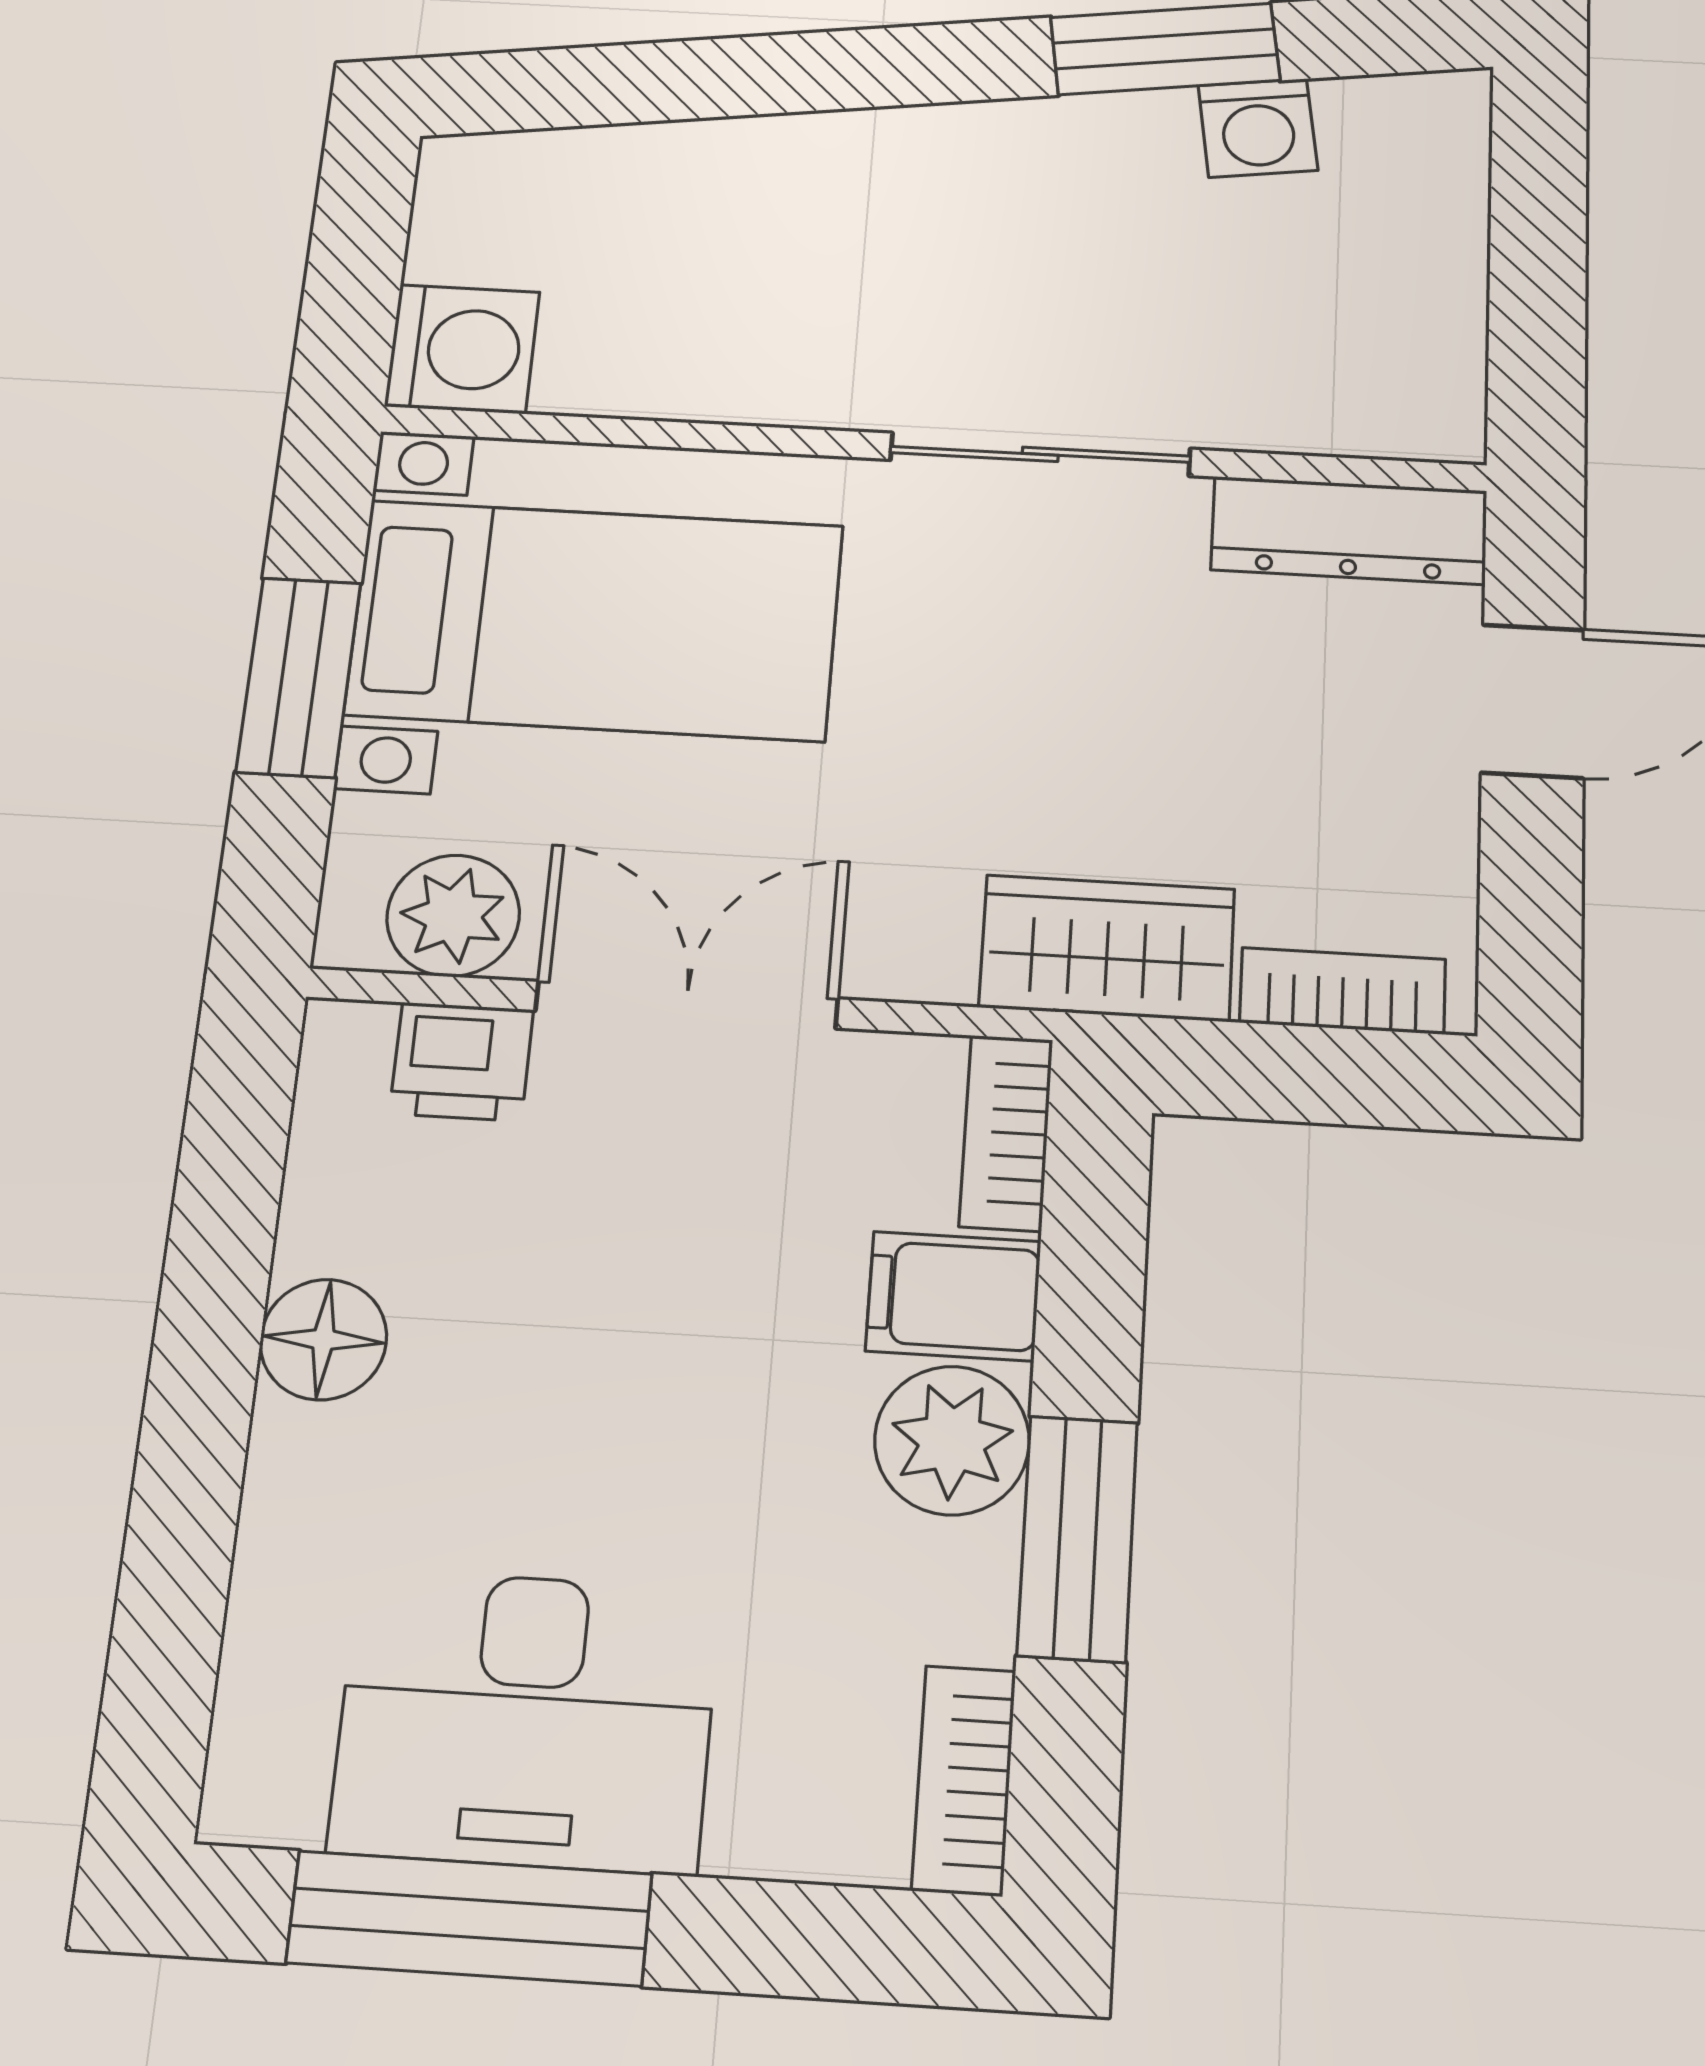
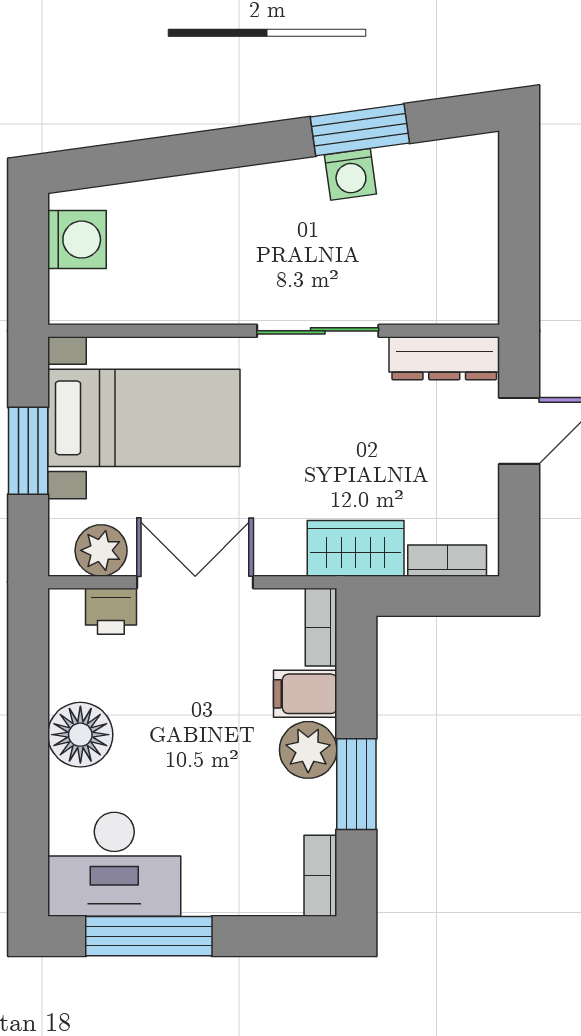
washing machine: (1258, 128) -> (350, 174), moved
washing machine: (462, 349) -> (77, 240), moved
floor lamp: (323, 1339) -> (80, 735), width x1.38, depth x1.38
desk: (526, 1720) -> (114, 864), moved

